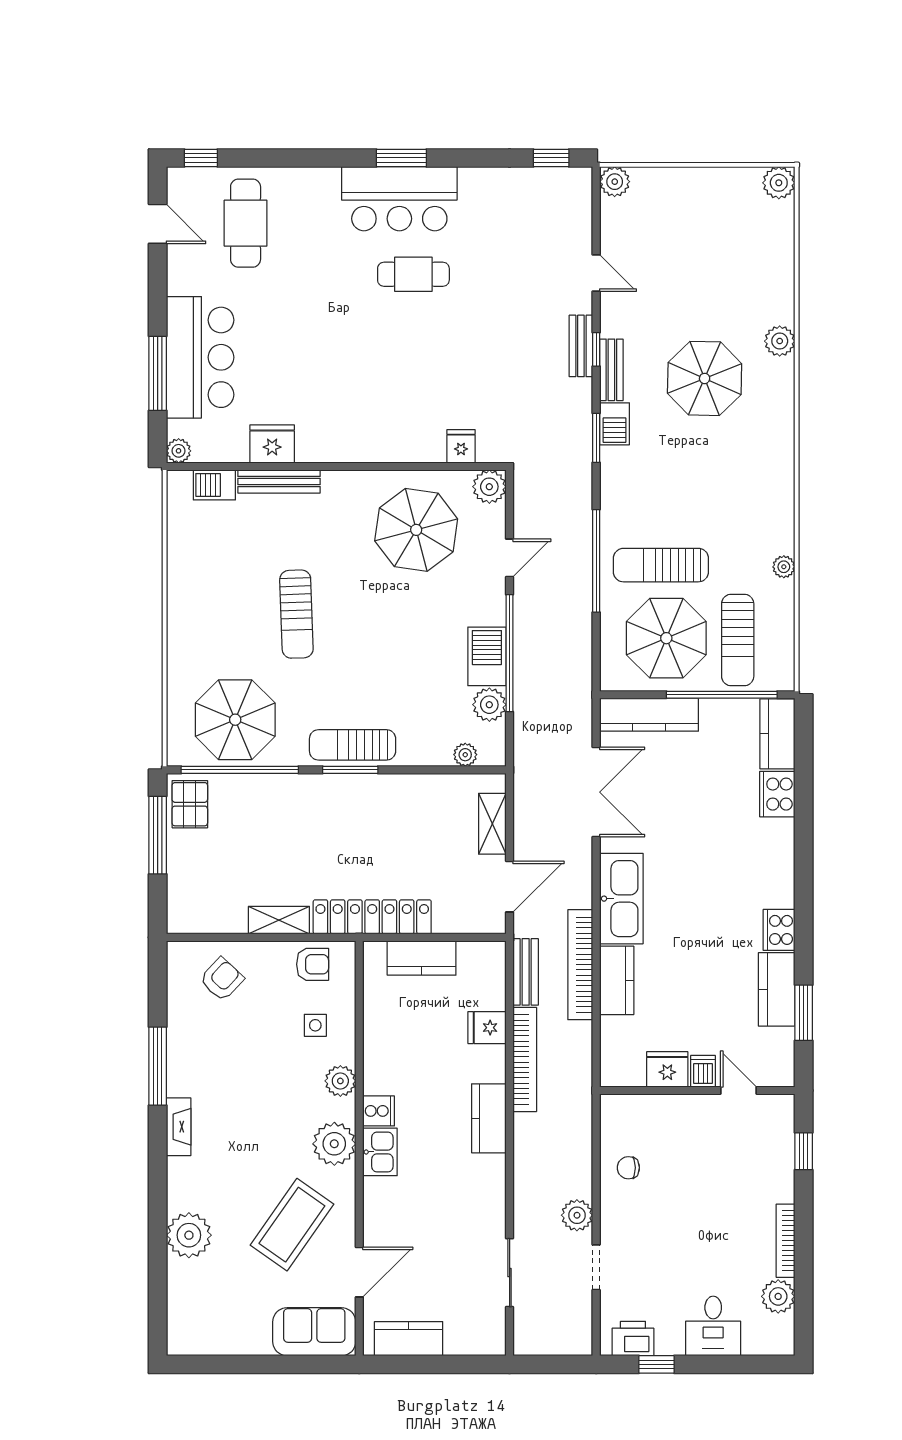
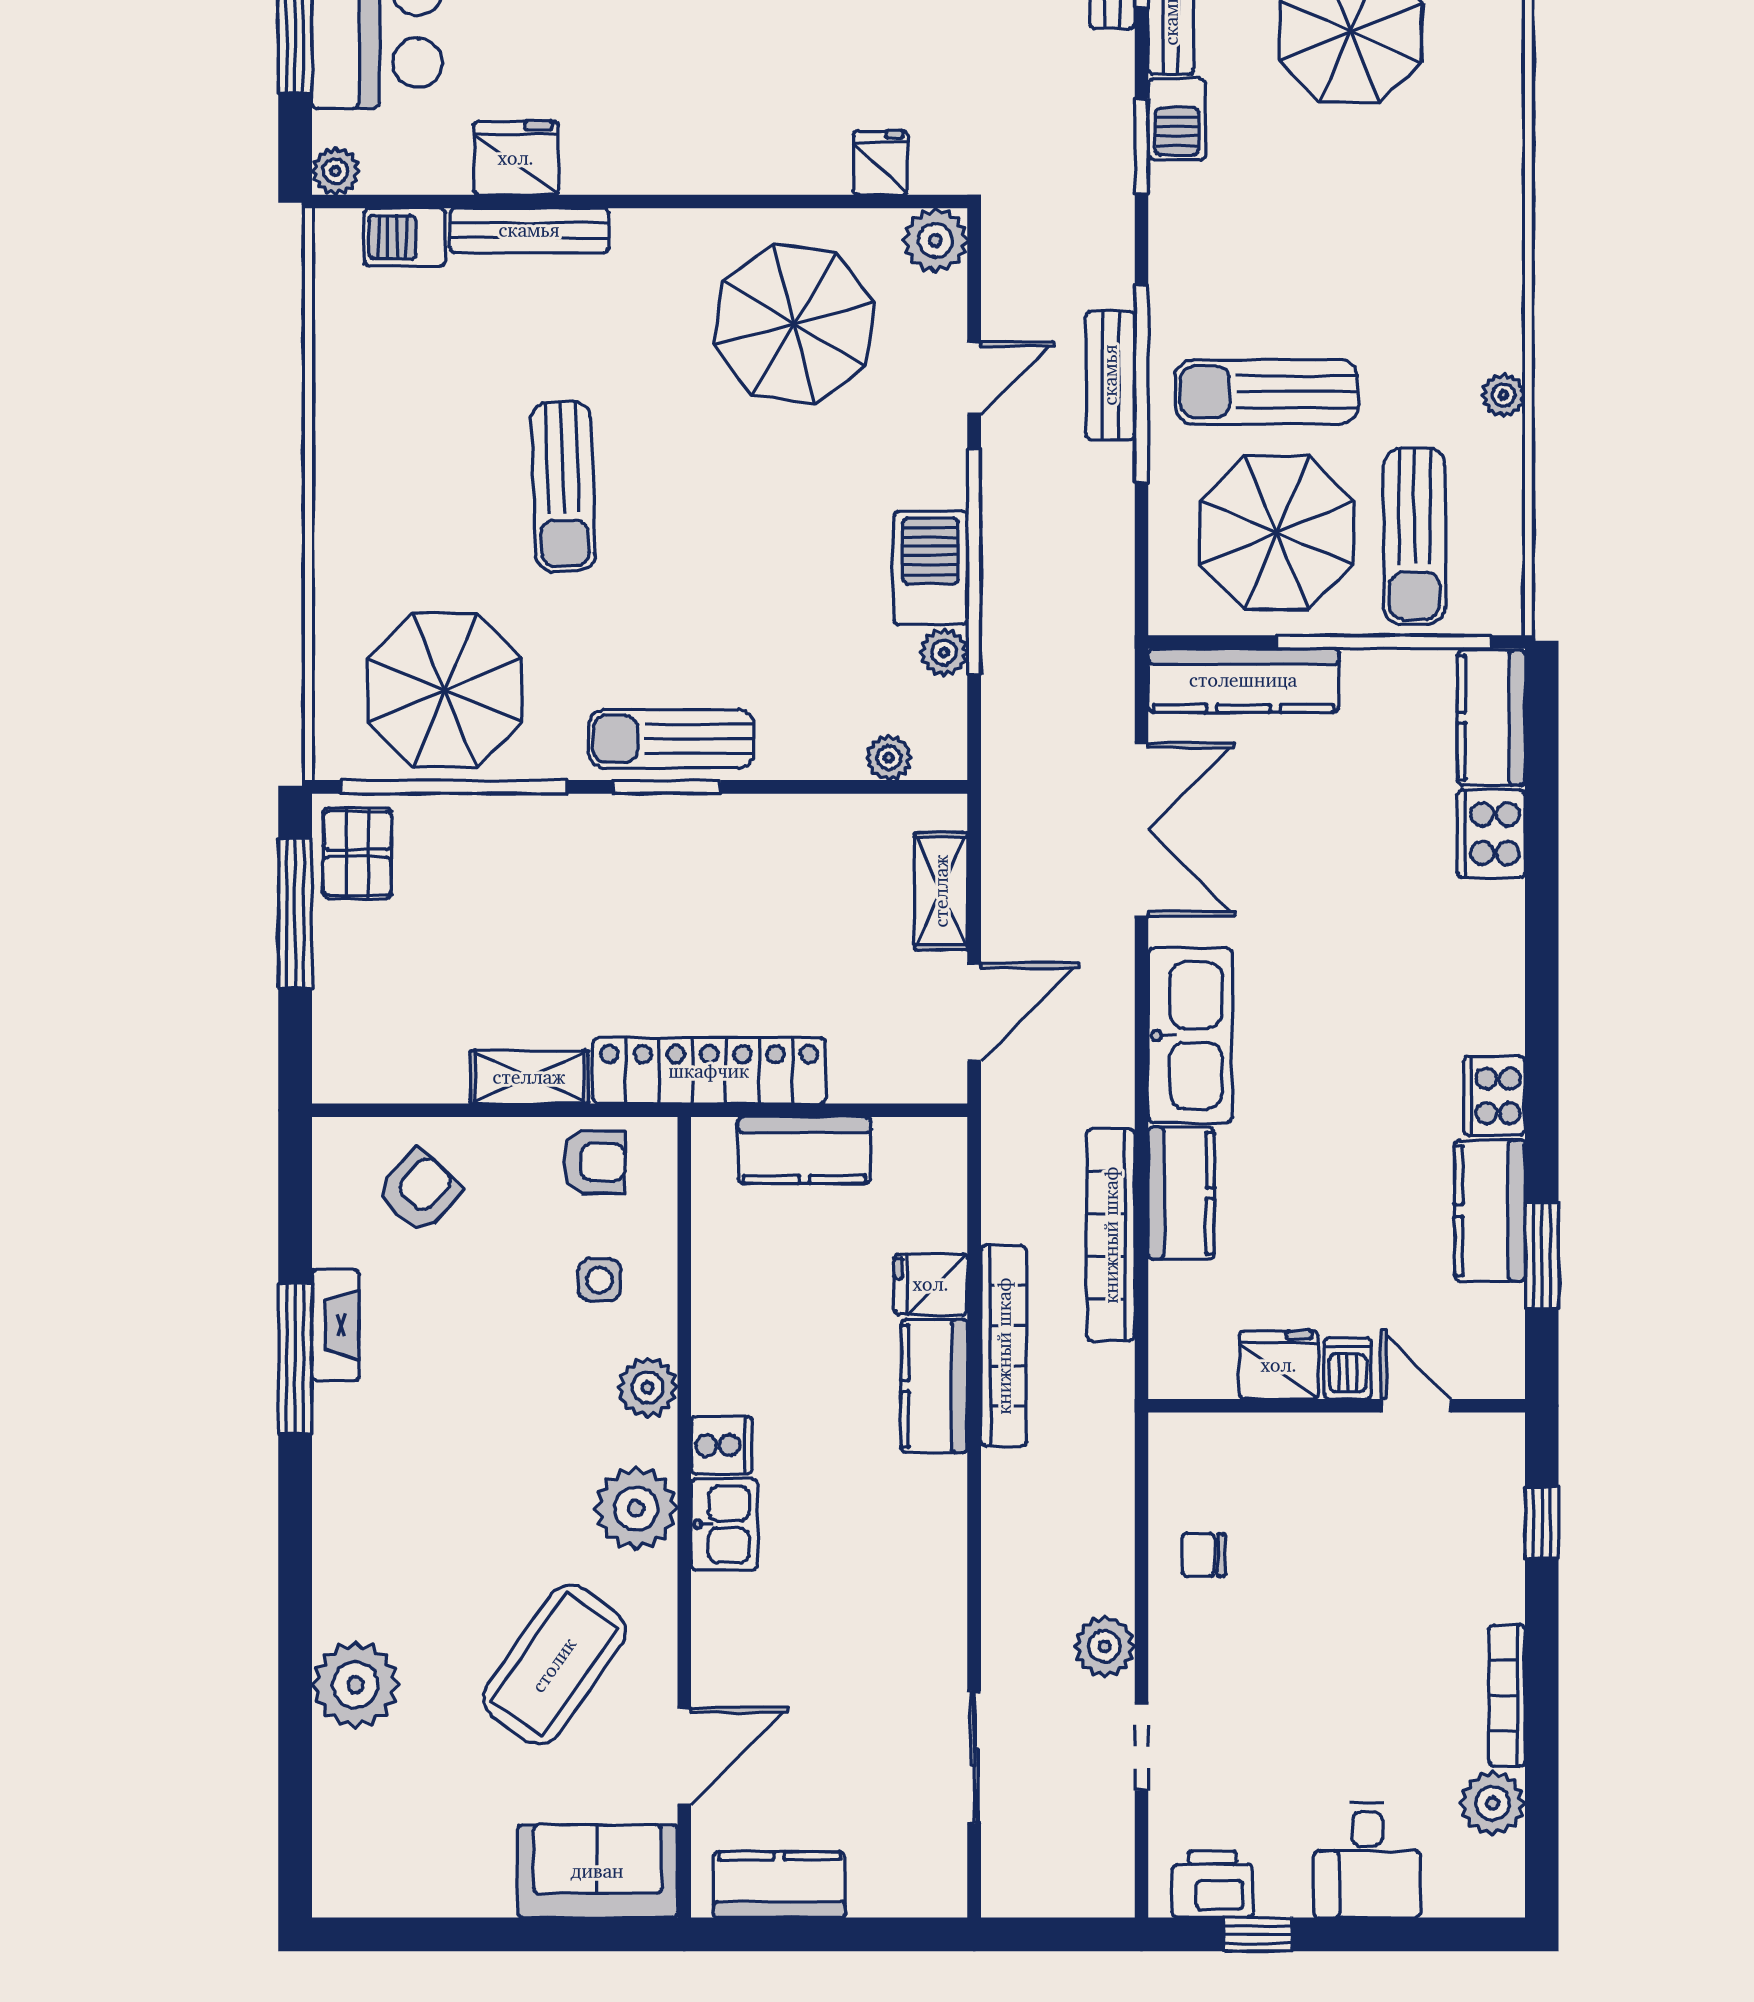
plant: (489, 705) -> (944, 652), width x0.73, depth x0.73
bookcase: (580, 965) -> (1111, 1235), moved
bench: (526, 972) -> (1110, 375), moved
kitchen counter: (489, 1118) -> (934, 1386), moved
fireplace: (179, 1127) -> (336, 1325), moved

